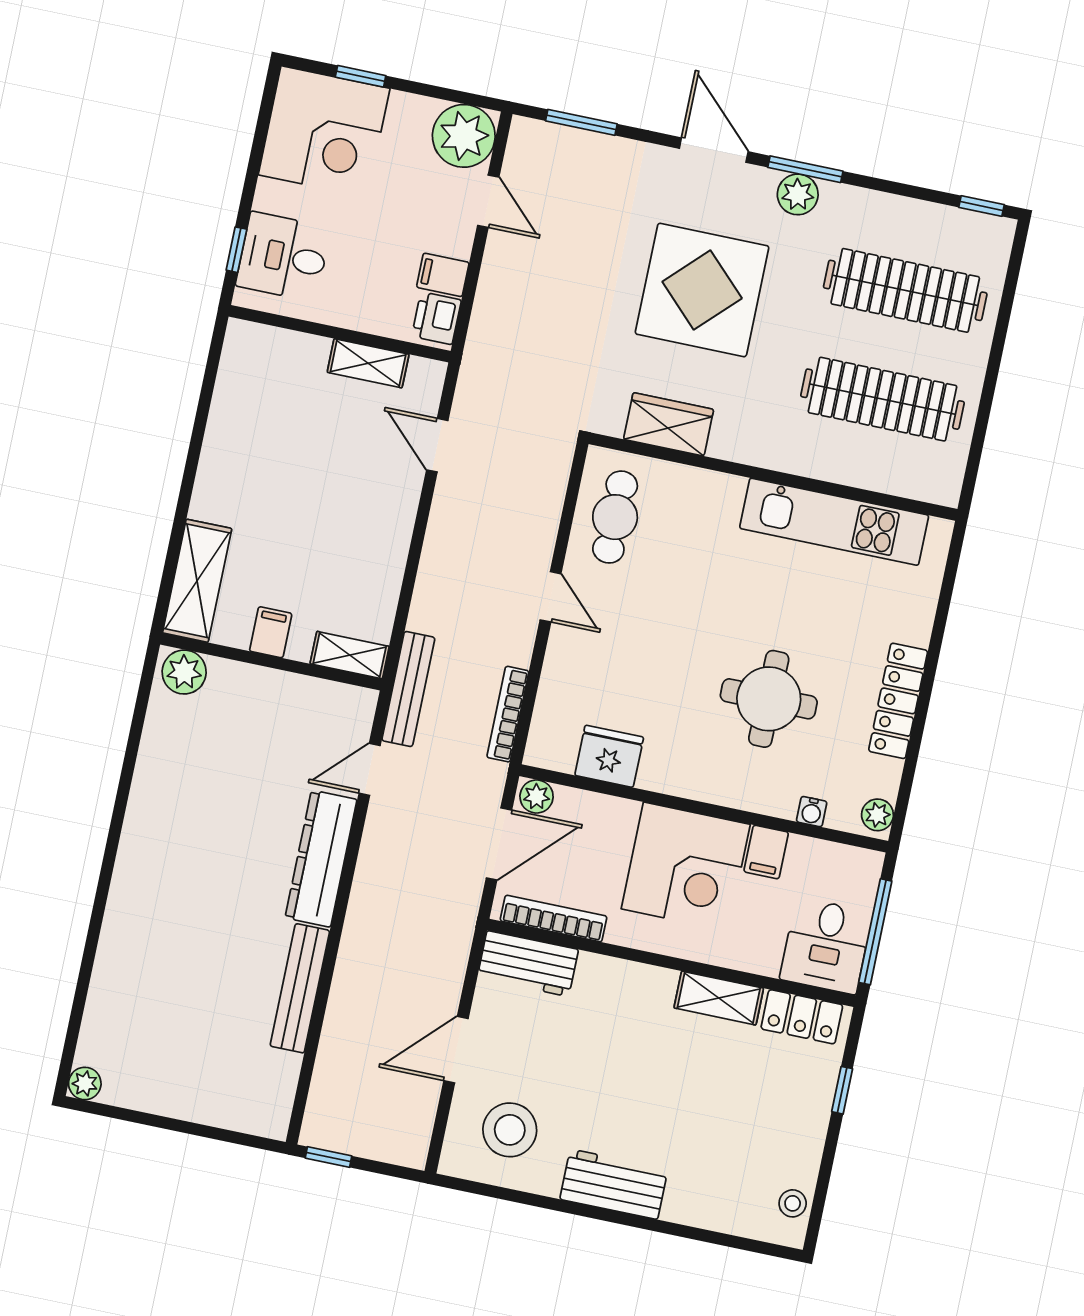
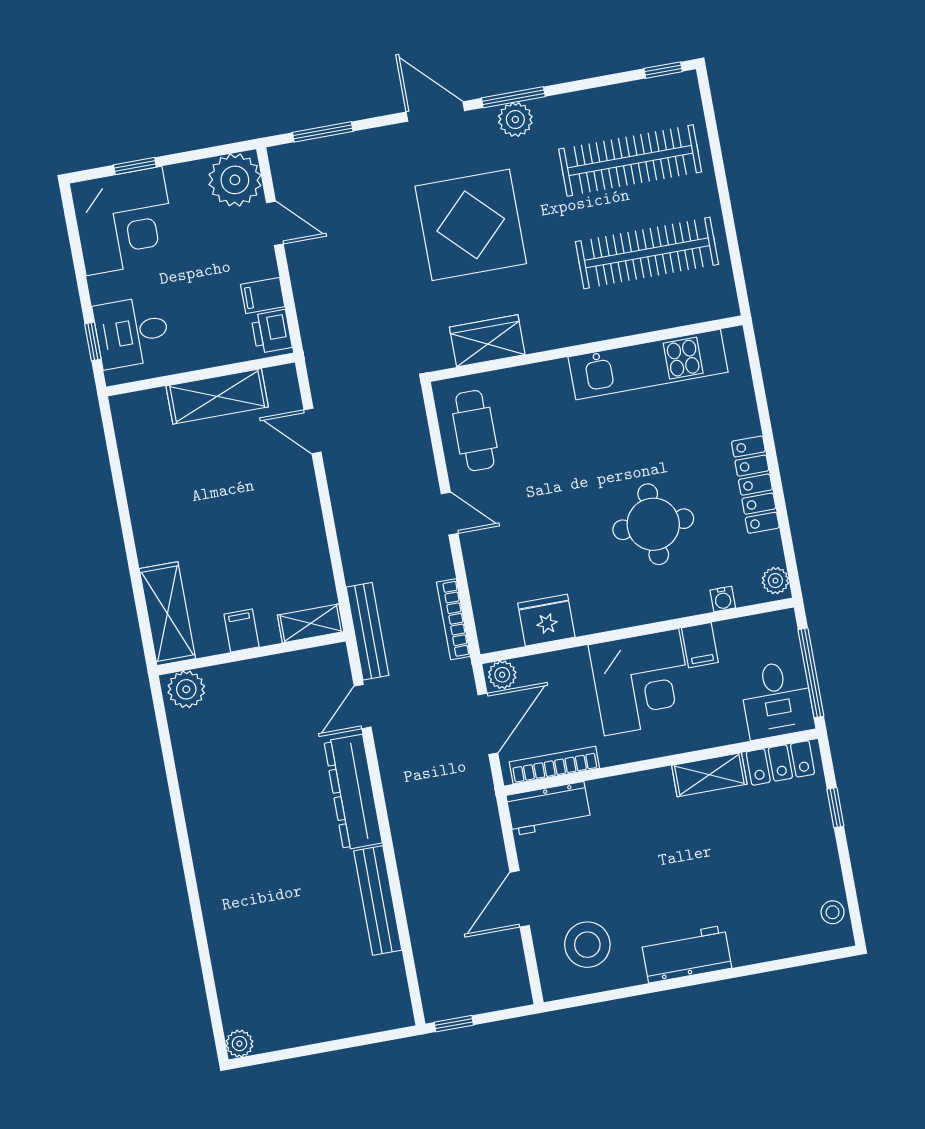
shelving: (368, 363) -> (217, 396), width x1.50, depth x1.33

